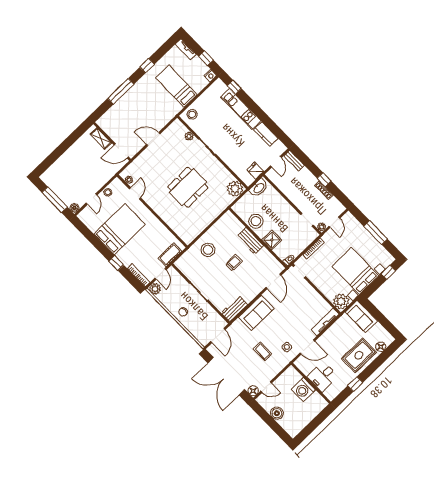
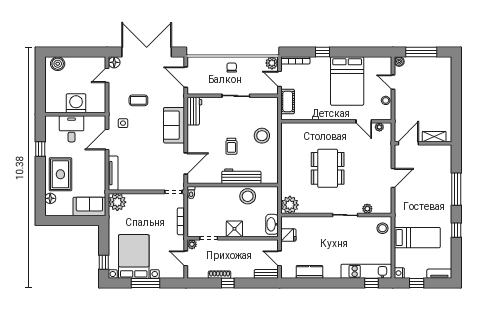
kitchen unit: (241, 109) -> (366, 271), moved
shower: (272, 240) -> (234, 229), moved
workbench: (250, 241) -> (241, 176), width x1.38
bed with nightstands: (355, 271) -> (134, 256), moved, turned -90
door: (273, 281) -> (186, 163), swing flipped
boiler: (277, 413) -> (58, 64), moved

